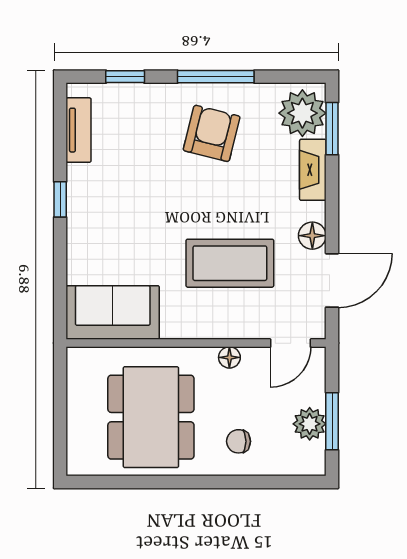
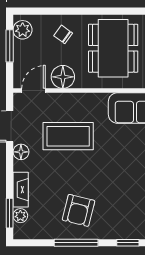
plant: (302, 113) -> (20, 216), width x0.53, depth x0.53
floor lamp: (229, 357) -> (63, 77), width x1.89, depth x1.89
plant: (310, 424) -> (23, 30), moved
chair: (239, 441) -> (63, 34), turned -144

